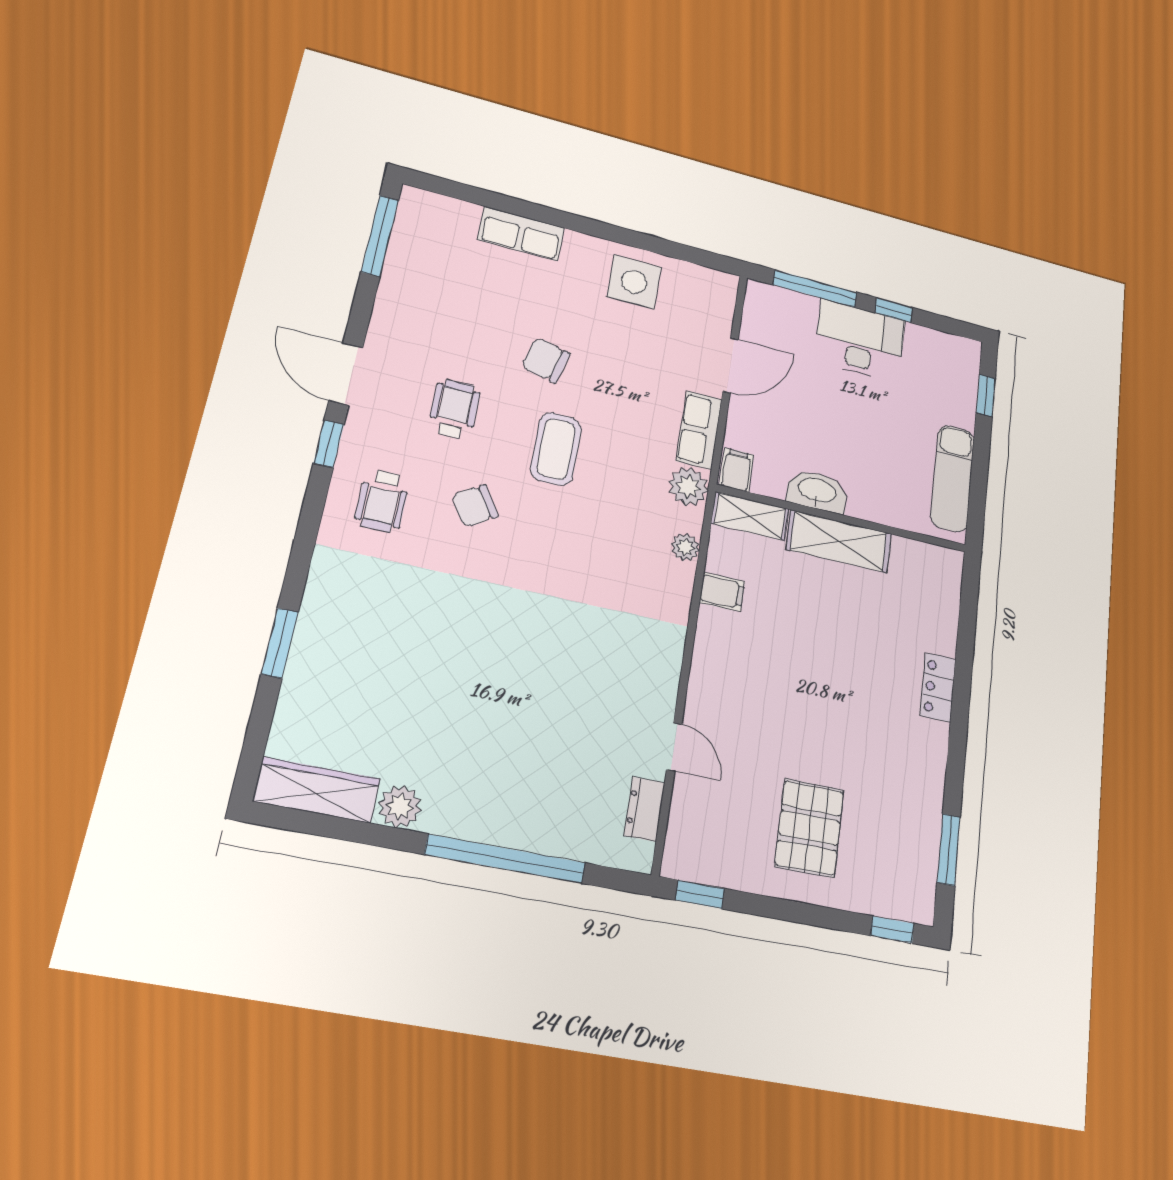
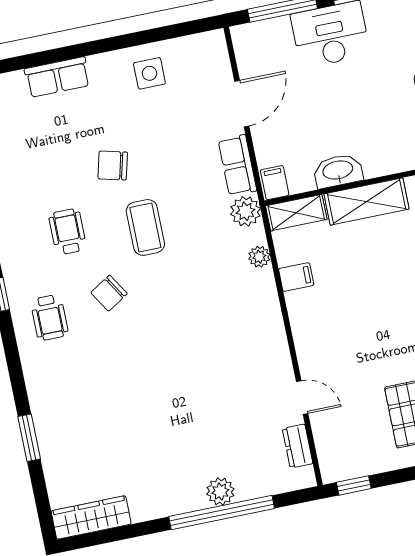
side table: (634, 282) -> (149, 73), width x0.73, depth x0.73
plant: (400, 807) -> (220, 492), moved

